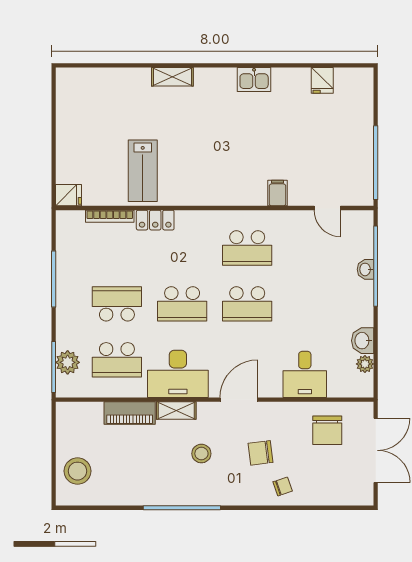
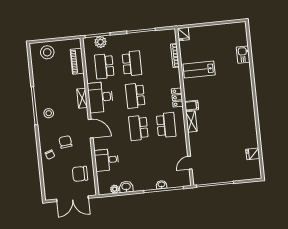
shelving: (172, 77) -> (191, 122), moved
kitchen sink: (254, 79) -> (243, 55), moved
filing cabinet: (278, 193) -> (192, 106), moved
locker: (155, 220) -> (177, 98), moved
school desk: (247, 248) -> (166, 125), turned 180
piano: (130, 413) -> (77, 61), moved
stool: (201, 454) -> (49, 113), moved

